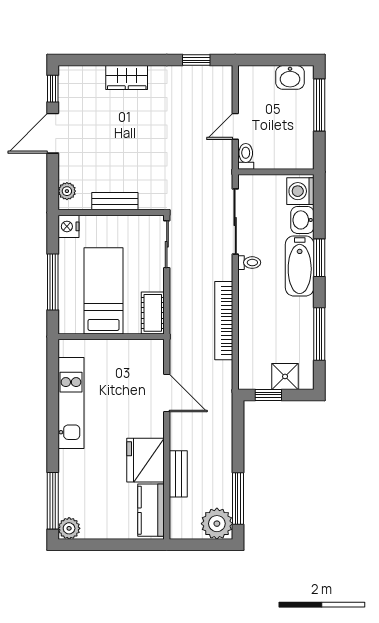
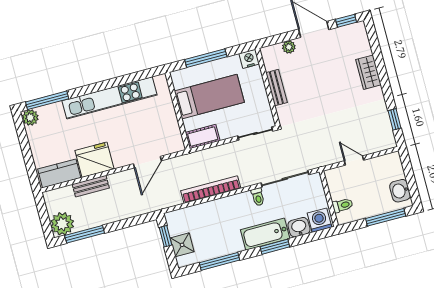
toilet: (246, 156) -> (343, 205), moved
plant: (67, 191) -> (289, 47), moved
kitchen unit: (71, 403) -> (109, 98), width x1.36

